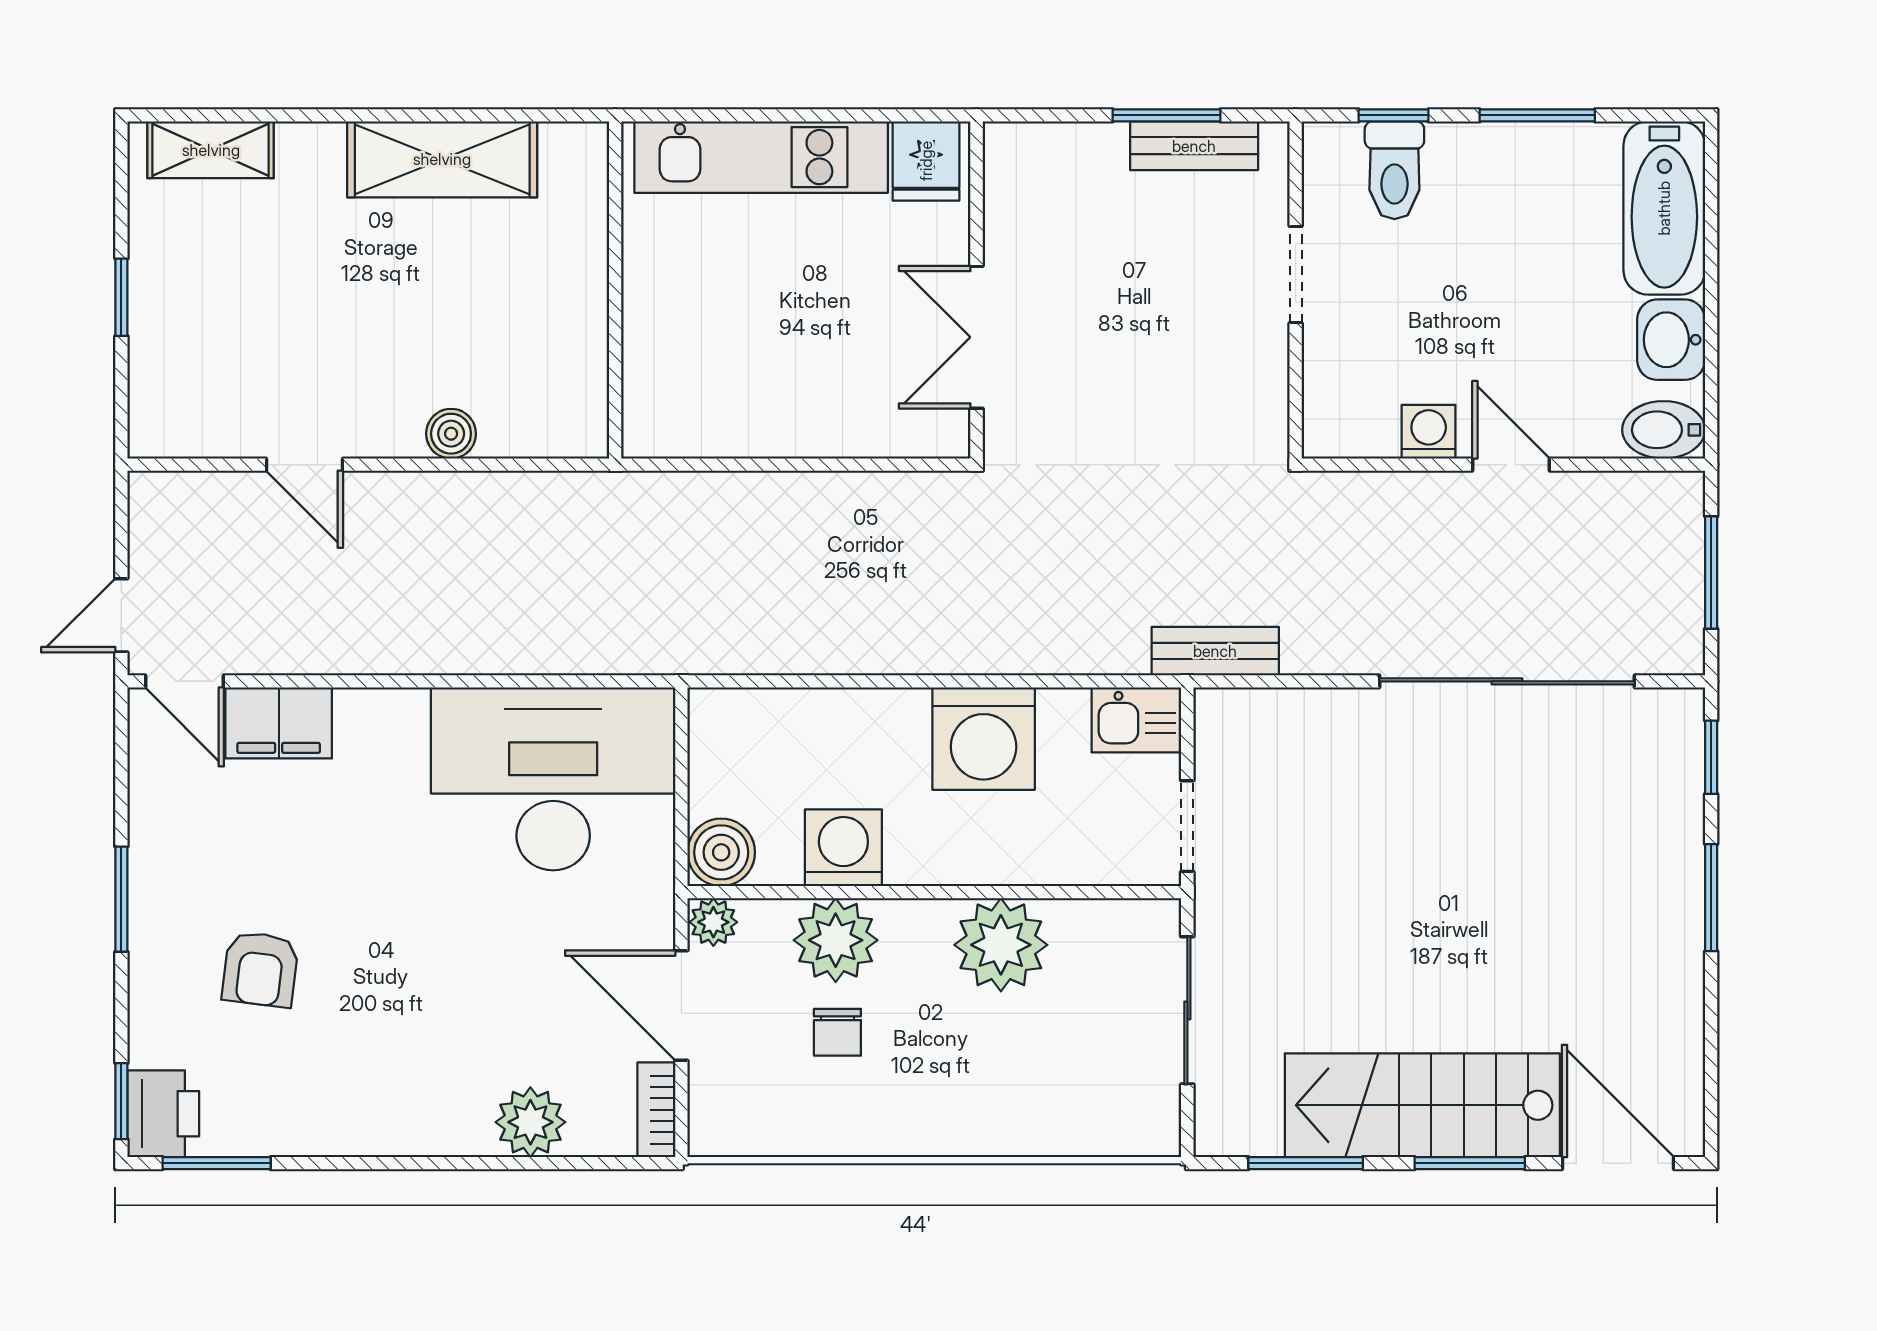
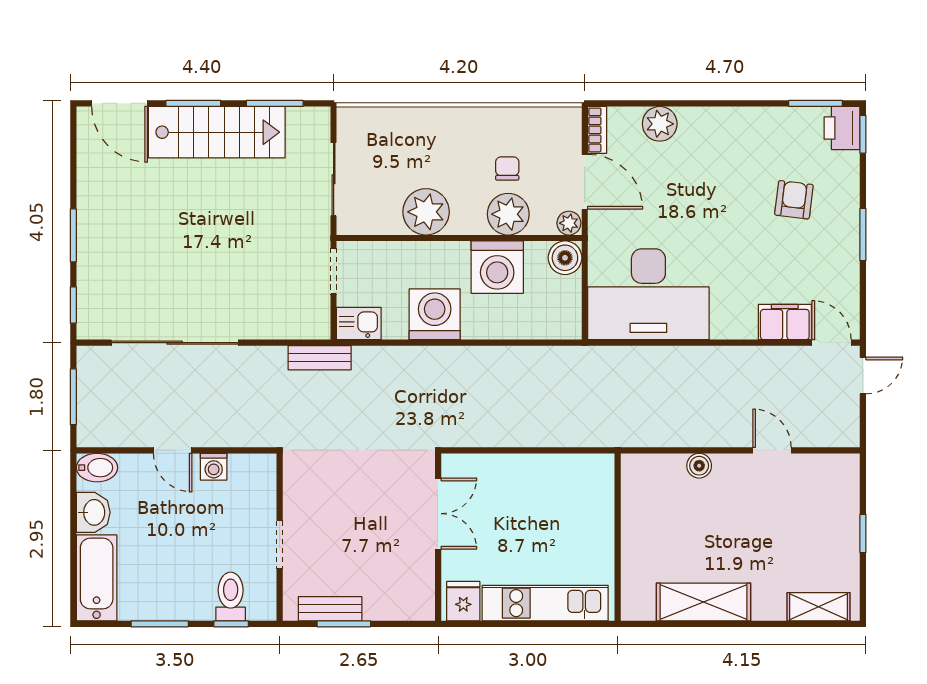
washing machine: (843, 848) -> (497, 267), width x1.37, depth x1.37

